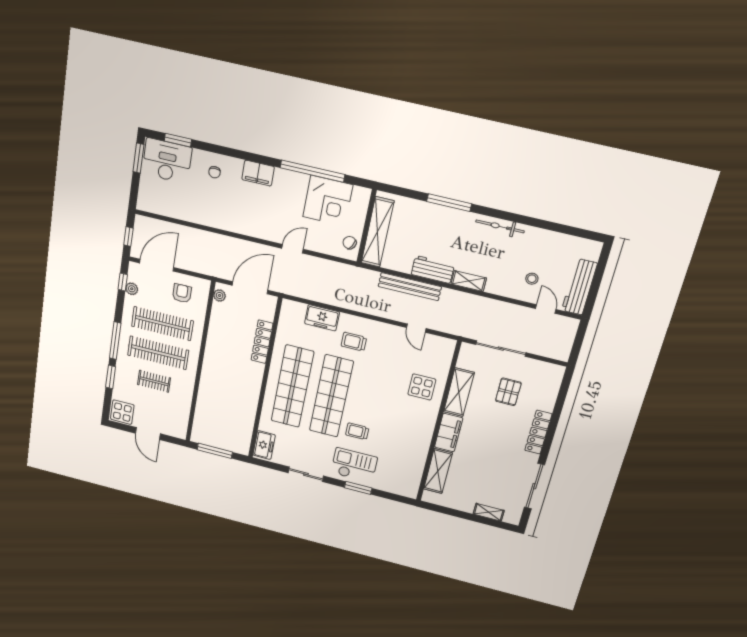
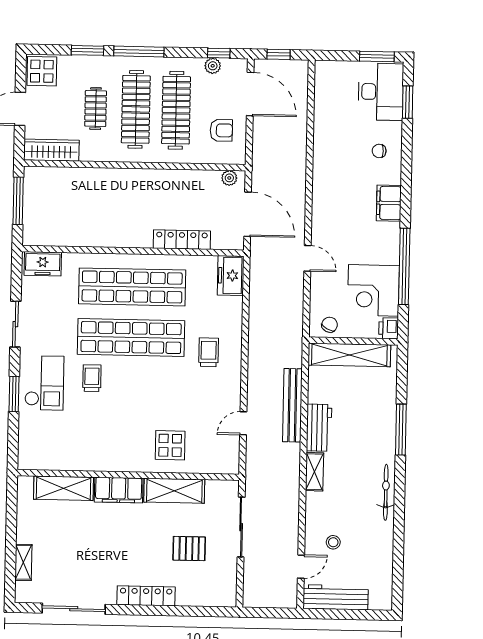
printer: (362, 195) -> (389, 328), added
freezer: (322, 318) -> (231, 276), moved
wardrobe: (181, 419) -> (51, 150), added

